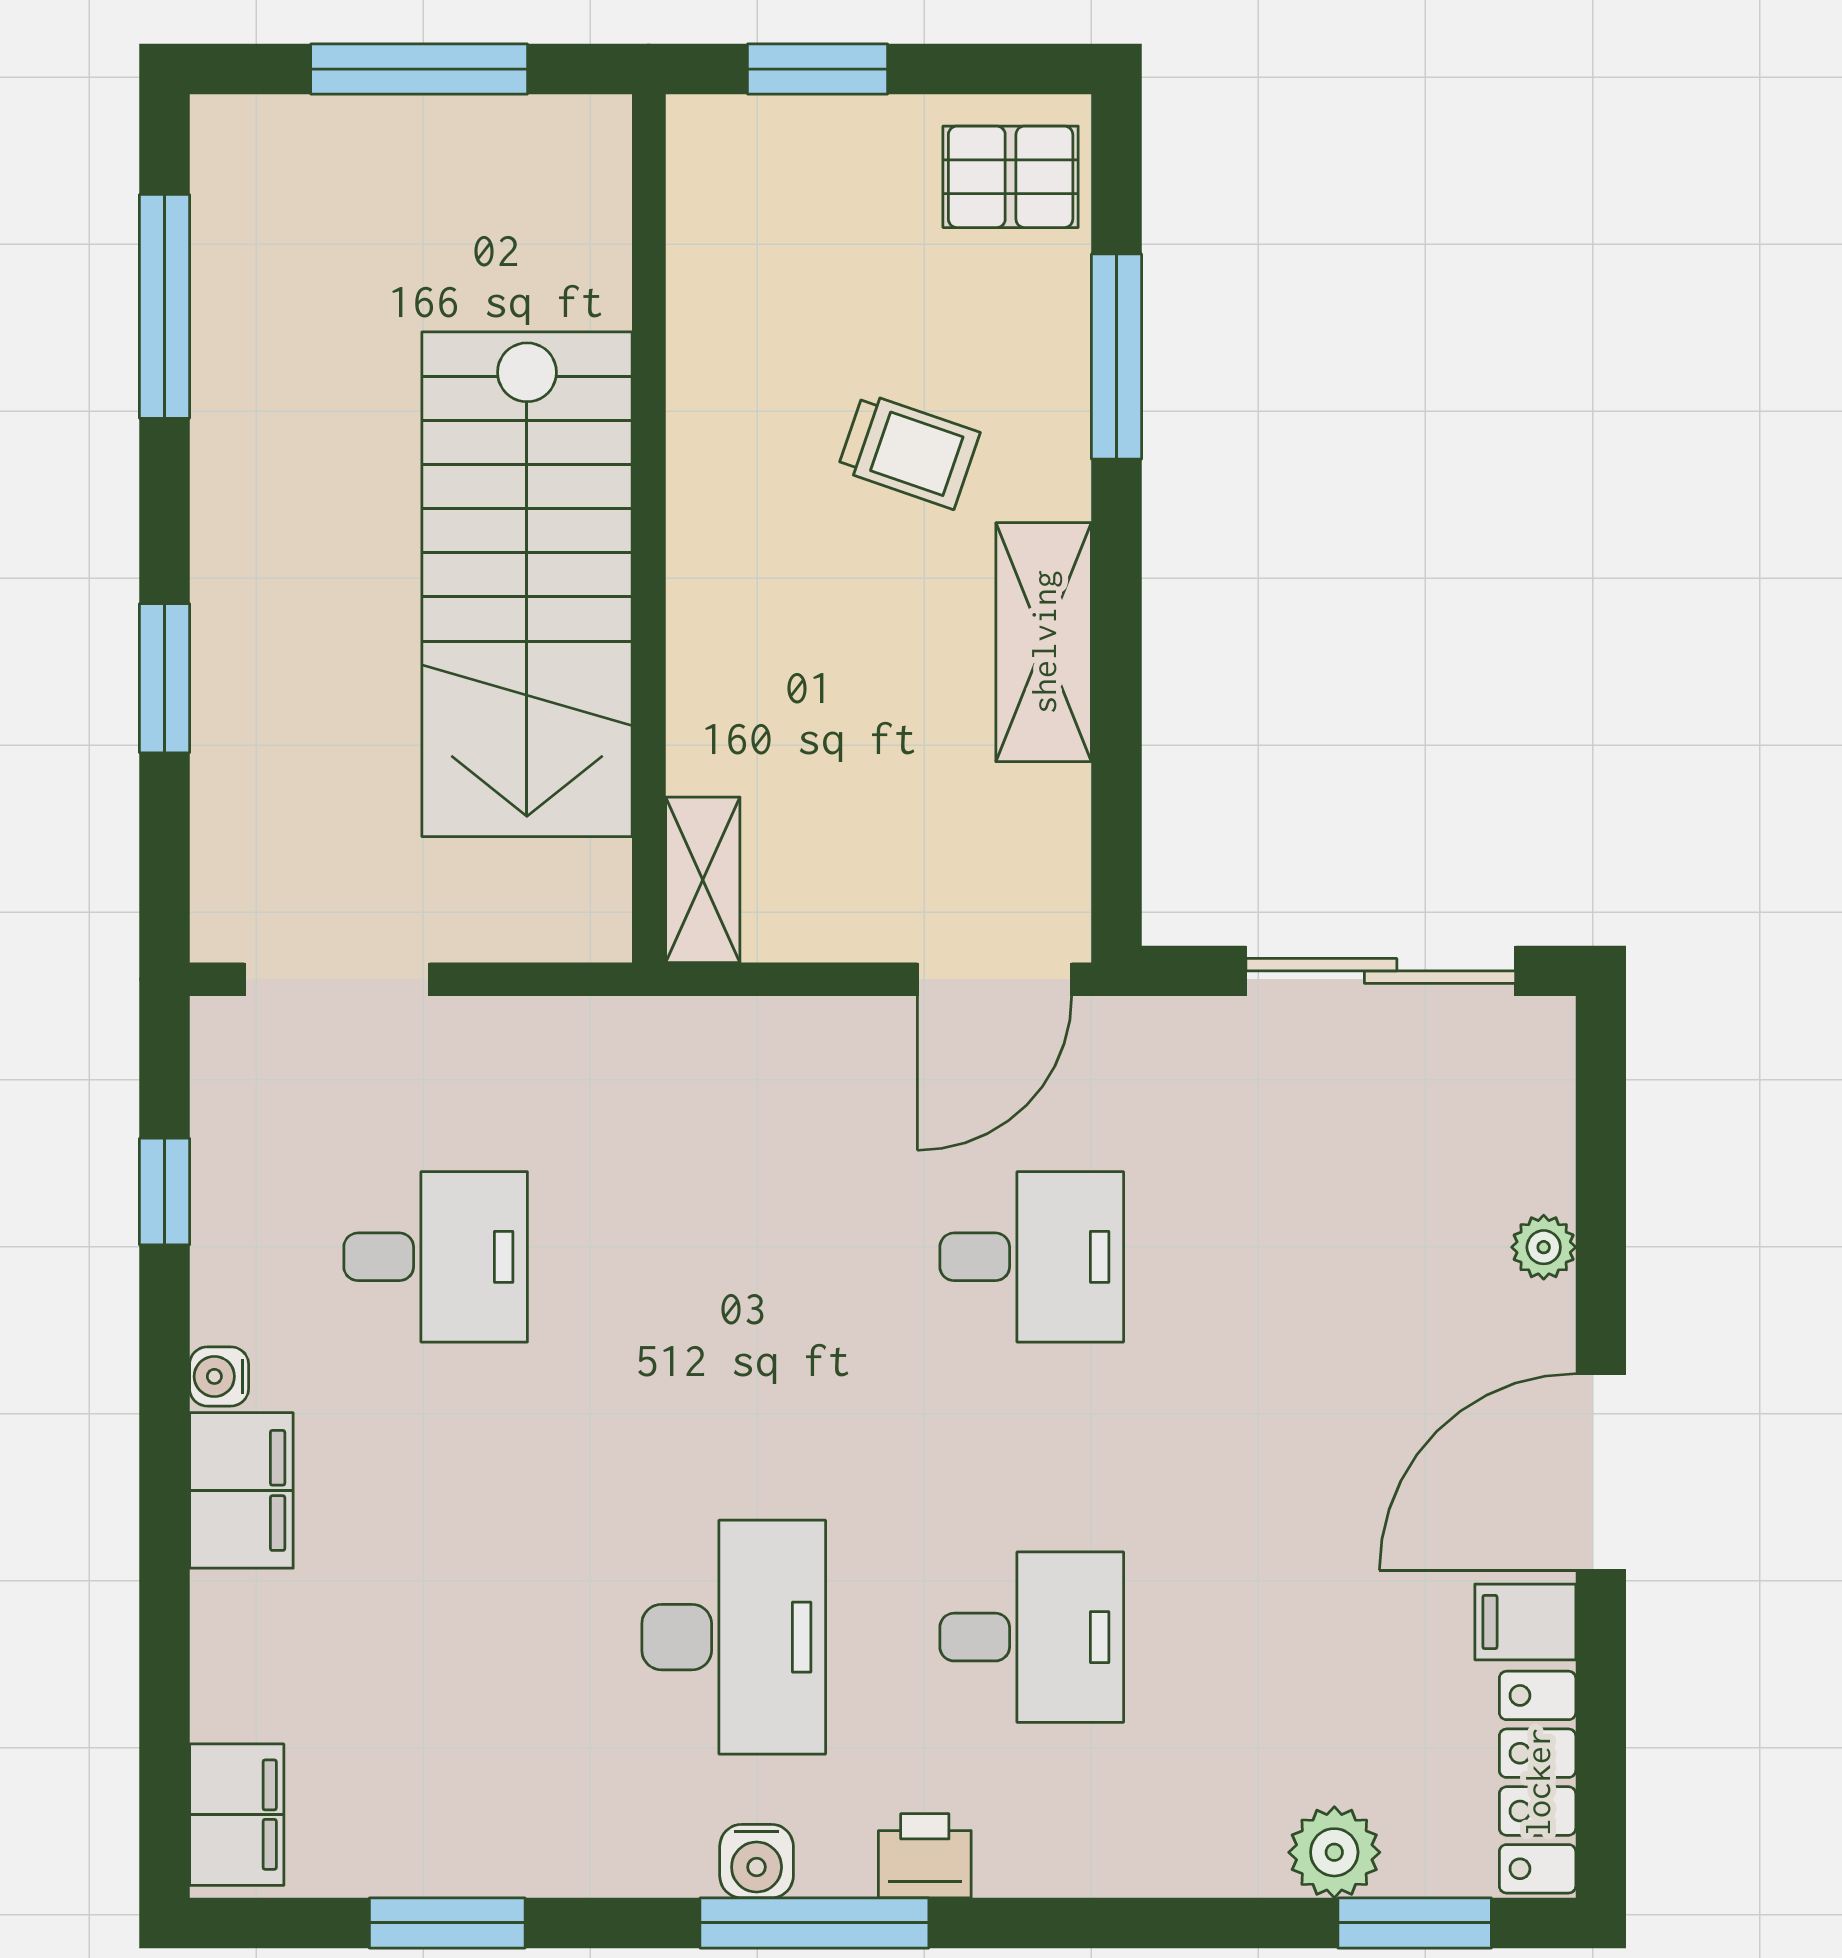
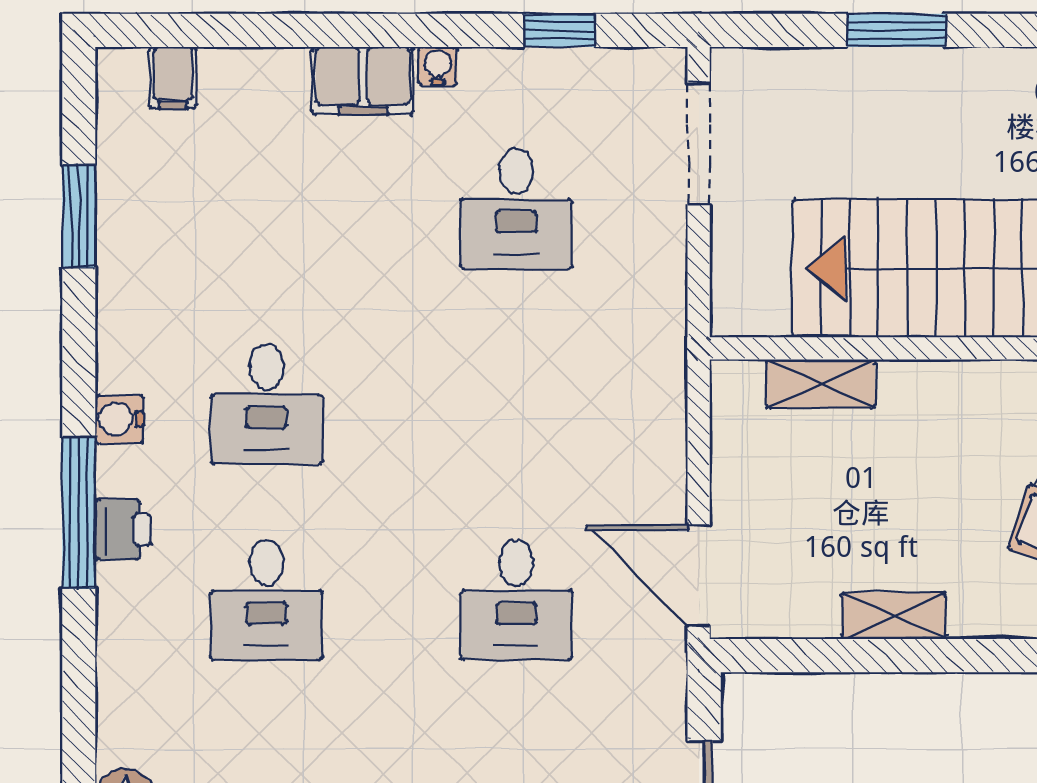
shelving: (1044, 642) -> (894, 616), width x0.67, depth x0.75
shelving: (703, 880) -> (821, 384), moved
desk: (734, 1637) -> (267, 404), width x0.73
filing cabinet: (237, 1815) -> (173, 78), width x0.50
window: (814, 1923) -> (79, 513), moved

